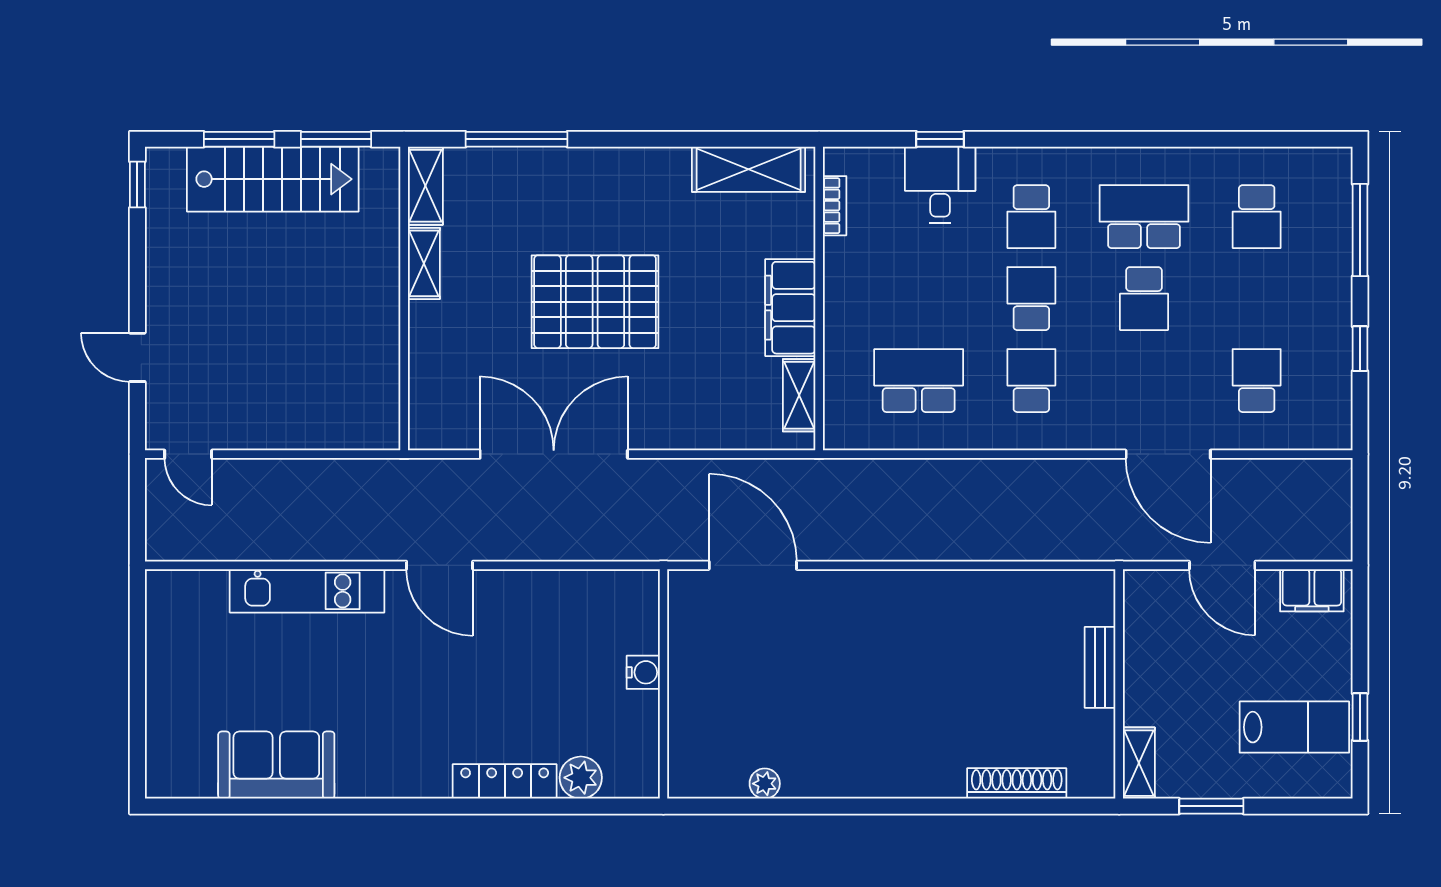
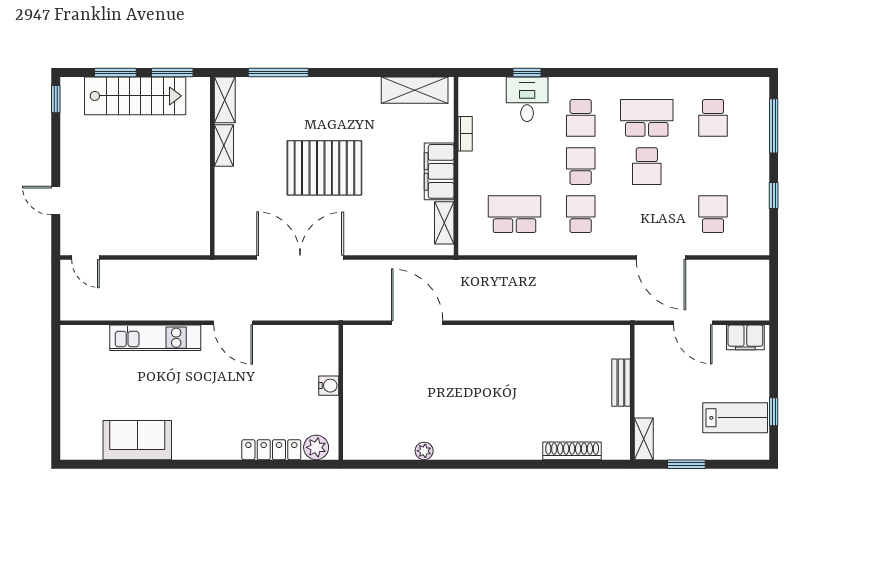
bookcase: (835, 206) -> (465, 134), moved
water cooler: (643, 672) -> (329, 386), moved
wall: (663, 684) -> (341, 392), moved

